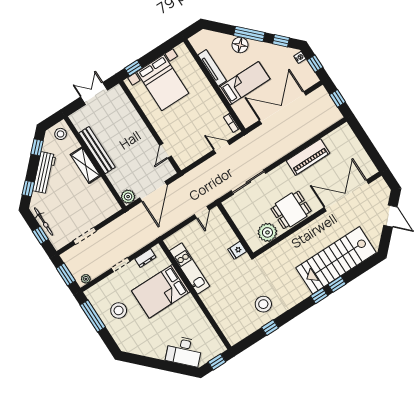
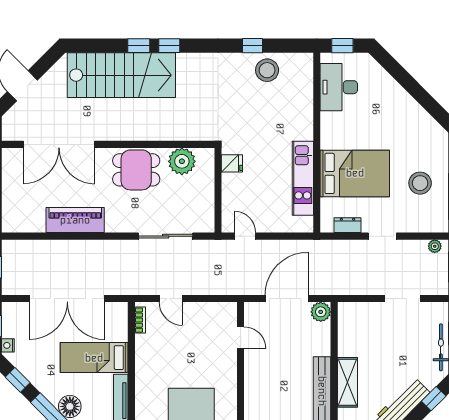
door: (166, 151) -> (241, 338), hinge flipped
door: (202, 212) -> (245, 236), hinge flipped
stool: (263, 304) -> (267, 70), moved
desk: (184, 351) -> (339, 87), moved, turned -135

